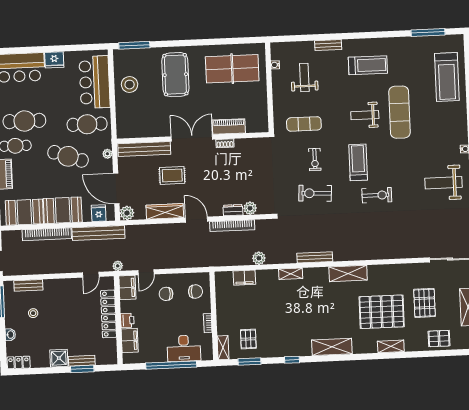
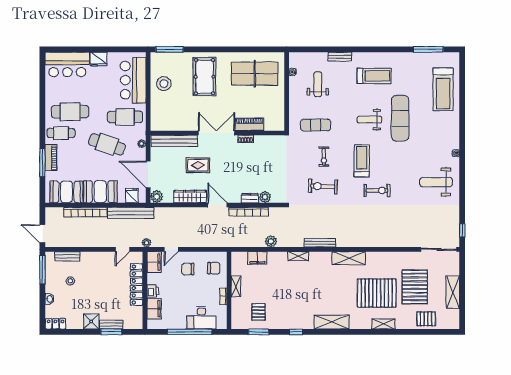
pallet: (424, 303) -> (415, 287), width x1.37, depth x1.41
shelving: (223, 348) -> (236, 286), moved

